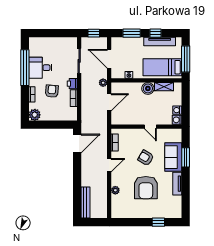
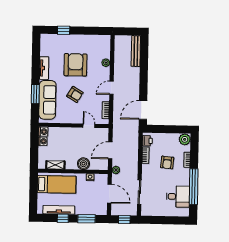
window: (186, 59) -> (33, 192), removed
desk: (40, 68) -> (178, 197), moved
printer: (72, 84) -> (147, 141), moved
boiler: (148, 88) -> (83, 164), moved
door: (150, 127) -> (89, 126), moved
sofa: (173, 157) -> (47, 100), width x1.36

